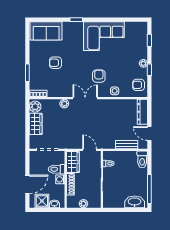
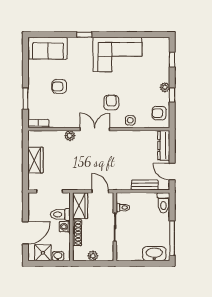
plant: (35, 107) -> (35, 139), removed

